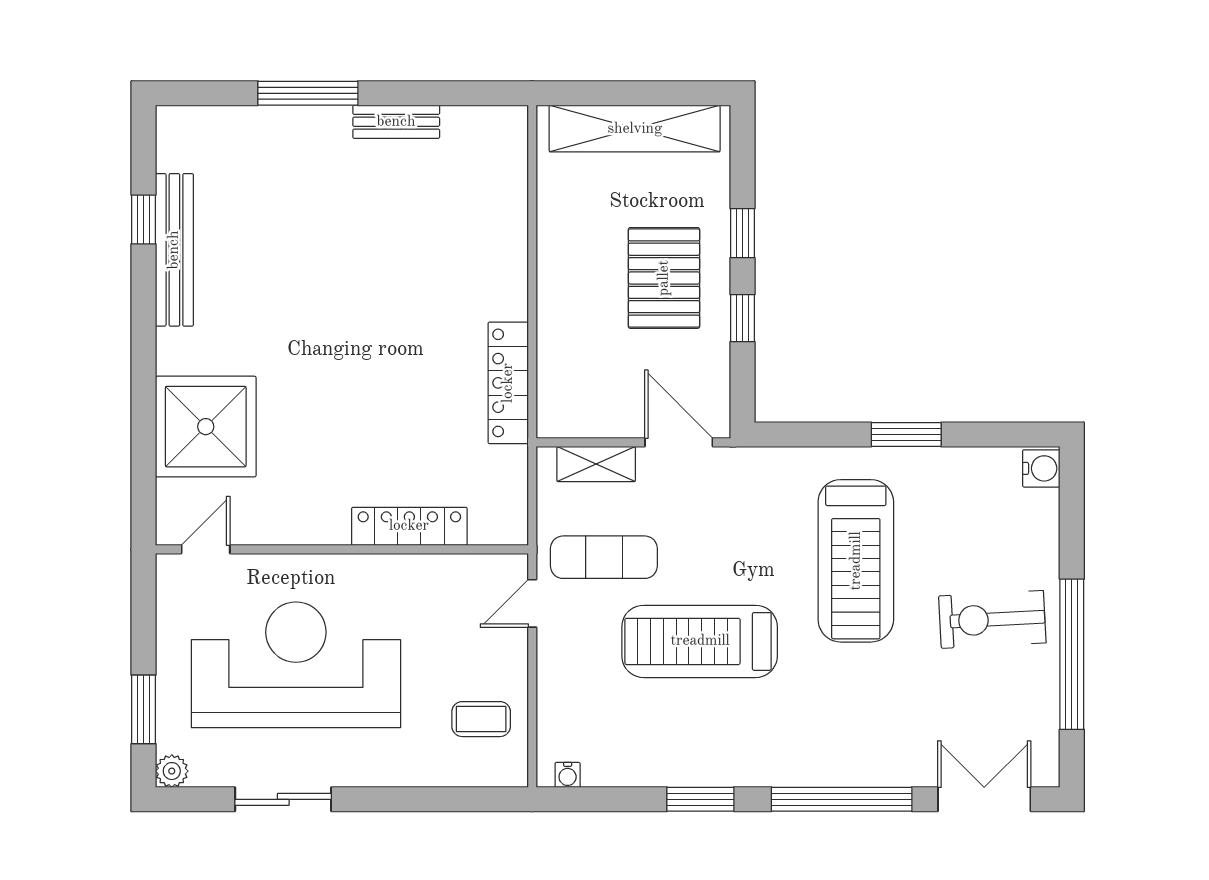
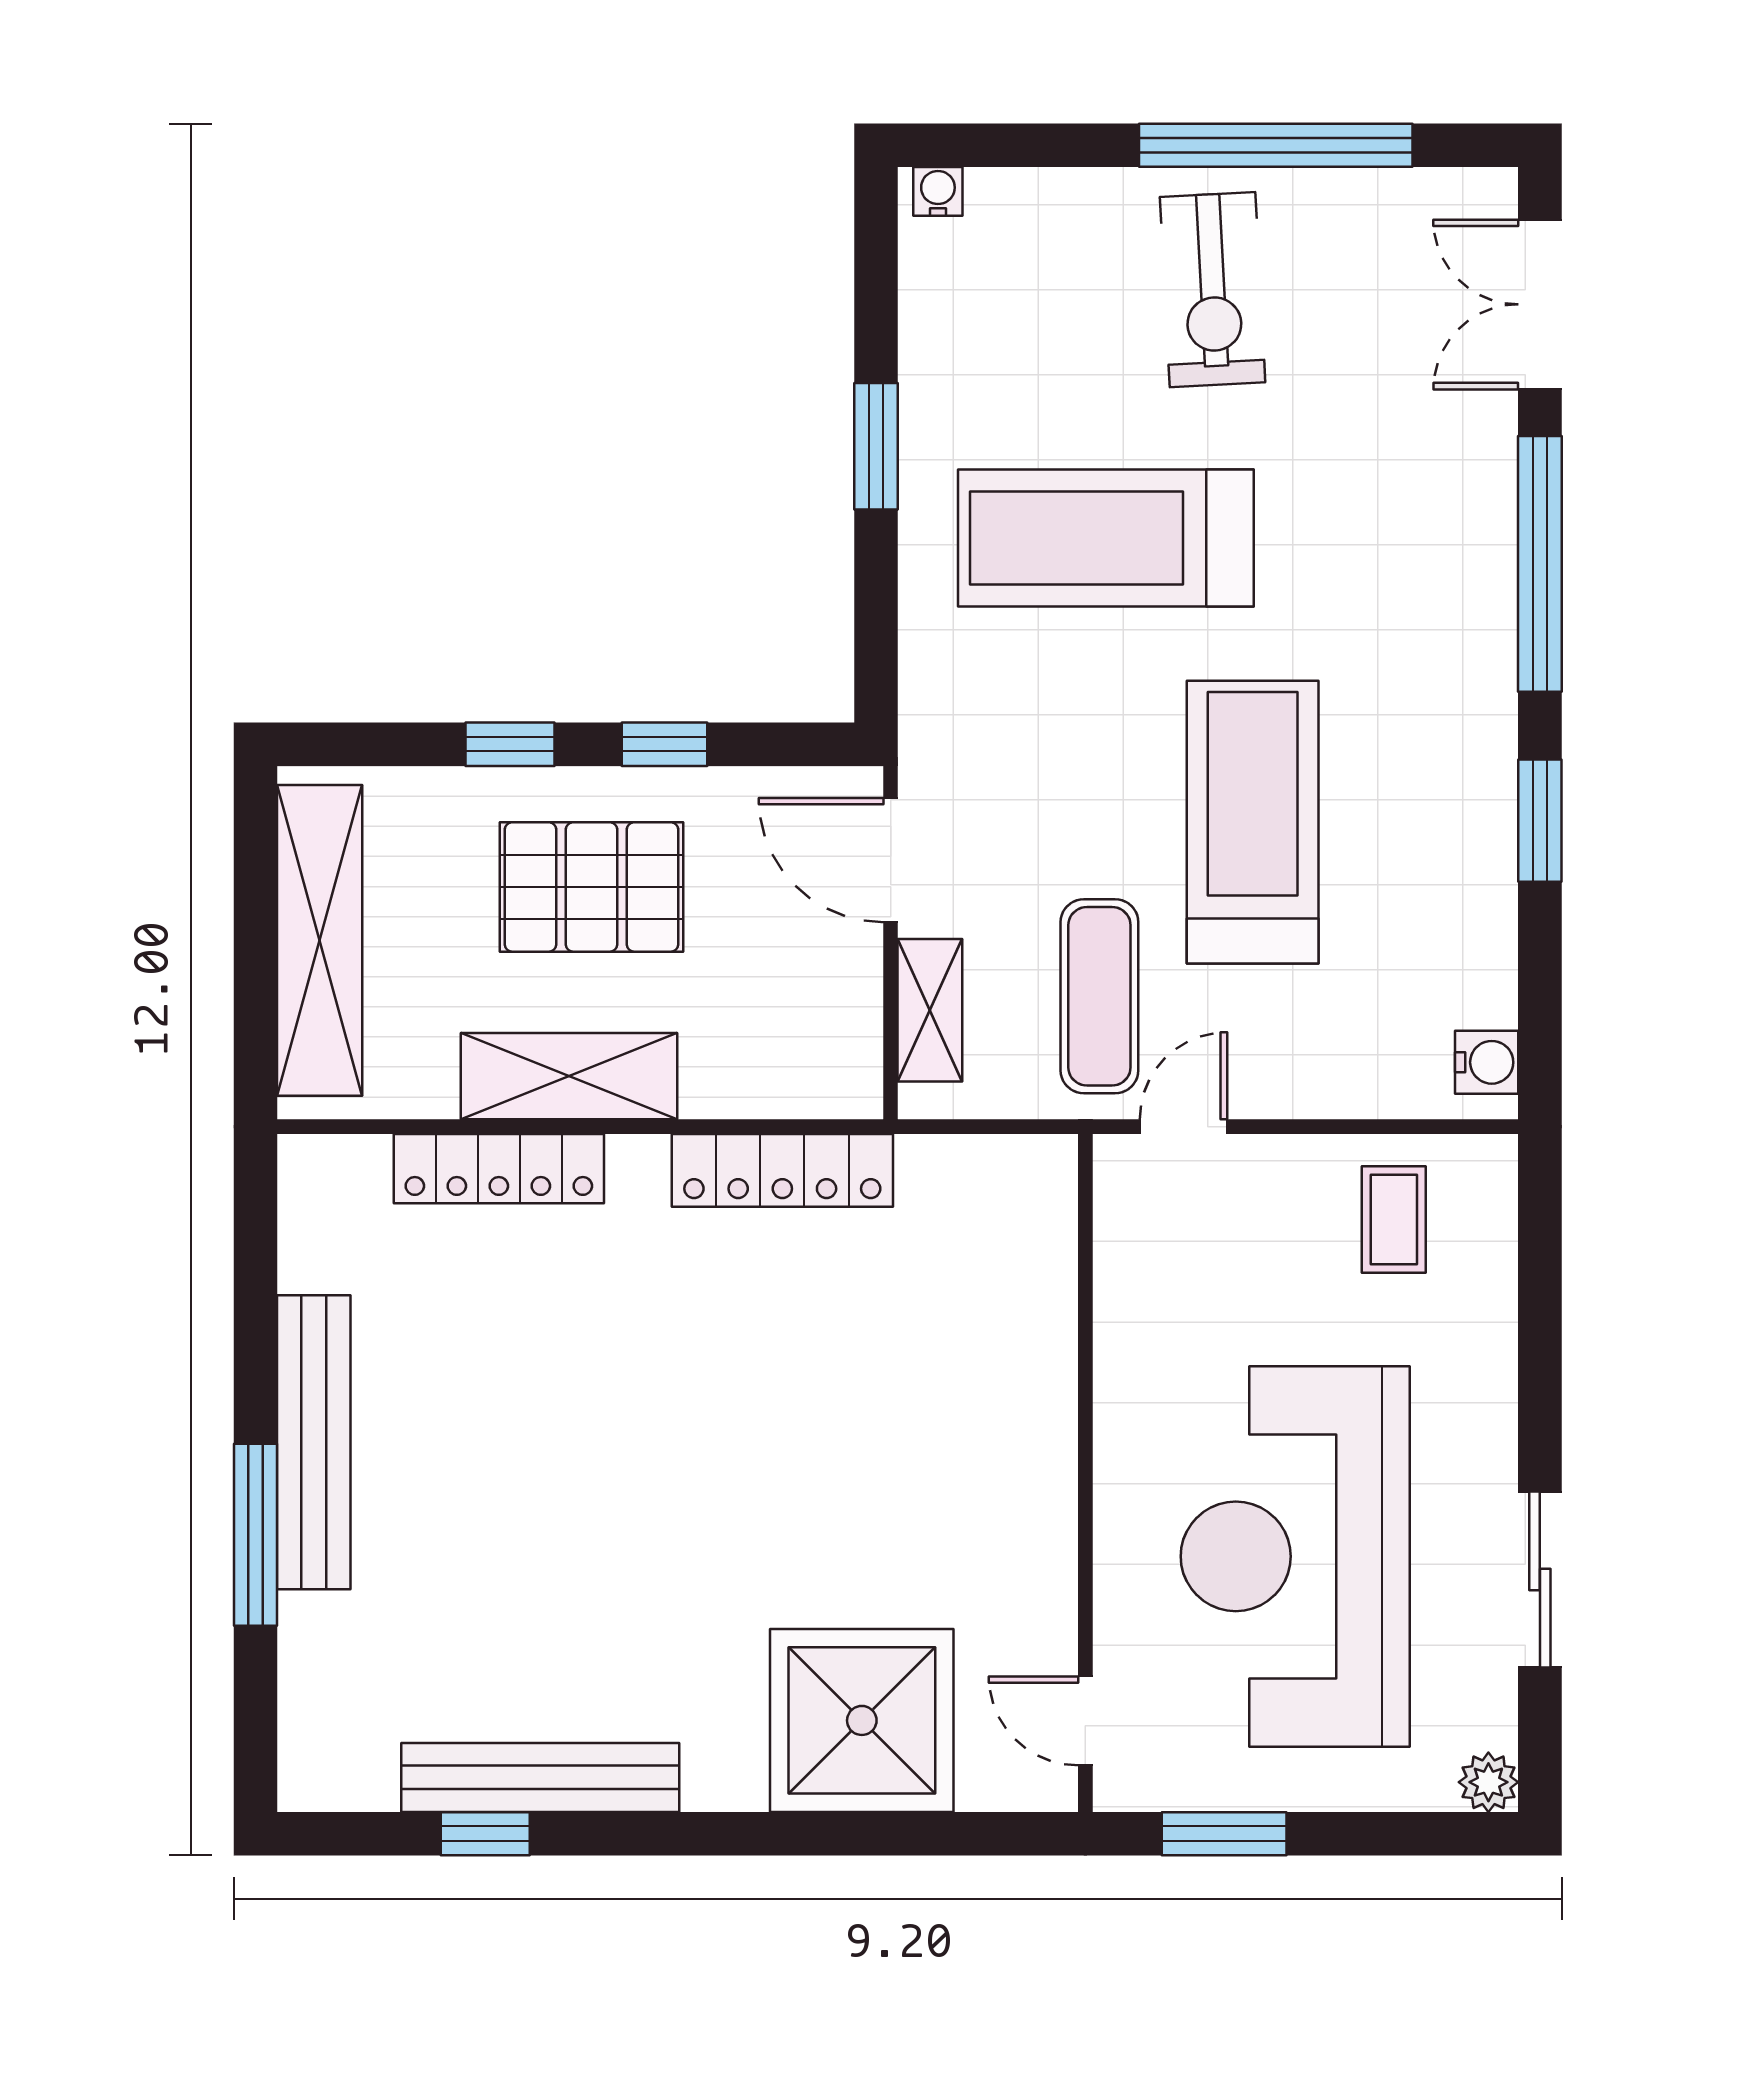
bench: (396, 122) -> (314, 1442), width x1.86, depth x1.21
shelving: (560, 266) -> (569, 1076), added
door: (679, 442) -> (891, 860), hinge flipped
water cooler: (1041, 468) -> (938, 191), width x0.72, depth x0.72
locker: (409, 526) -> (499, 1169), moved, turned -90
treadmill: (856, 561) -> (1106, 538), turned 180
door: (532, 603) -> (1184, 1127), swing flipped
treadmill: (700, 641) -> (1253, 822), turned 180
window: (144, 709) -> (1224, 1834), moved
water cooler: (568, 775) -> (1487, 1062), width x1.38, depth x1.38

